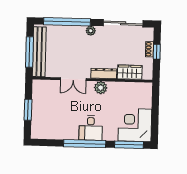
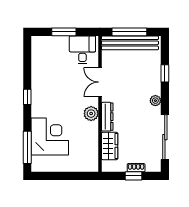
window: (67, 22) -> (165, 73), width x0.32
corner desk: (135, 125) -> (50, 137), moved
desk: (91, 128) -> (82, 50), moved, turned 90
window: (85, 144) -> (27, 97), width x0.32

